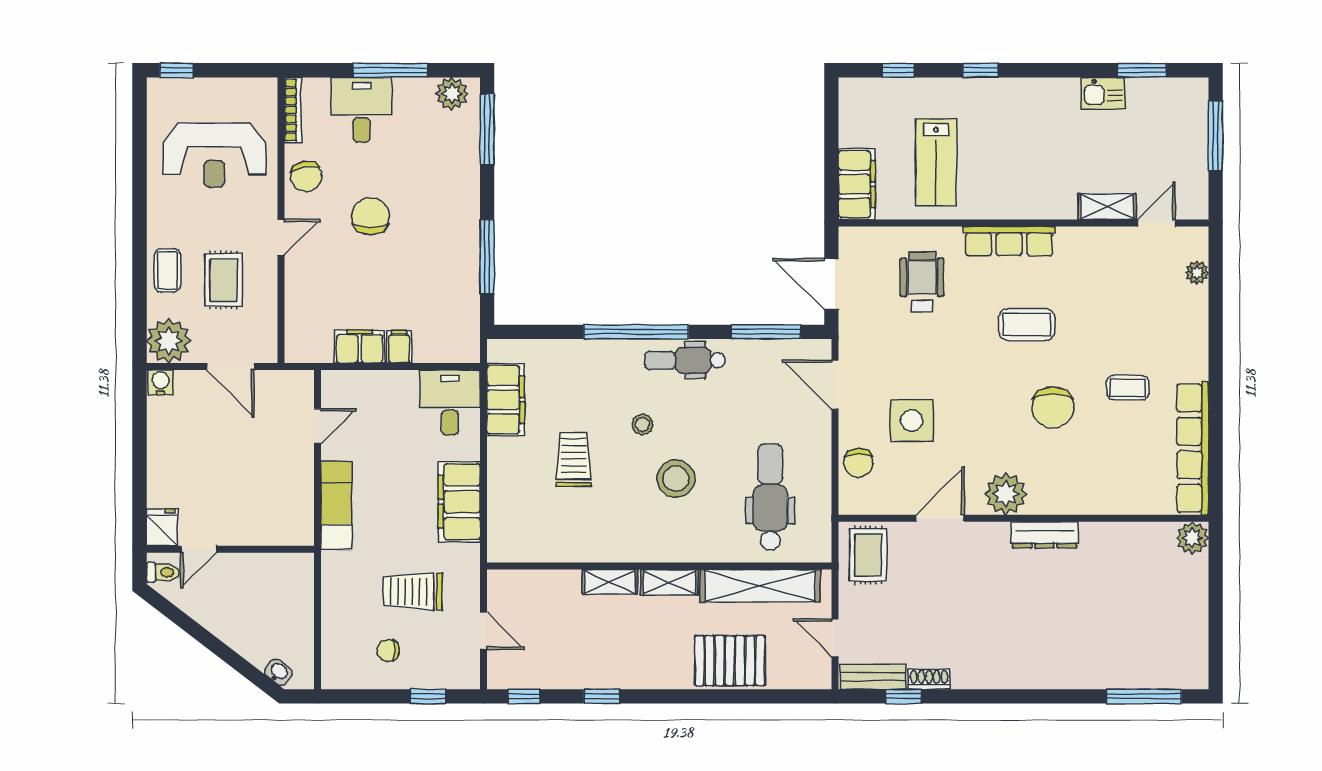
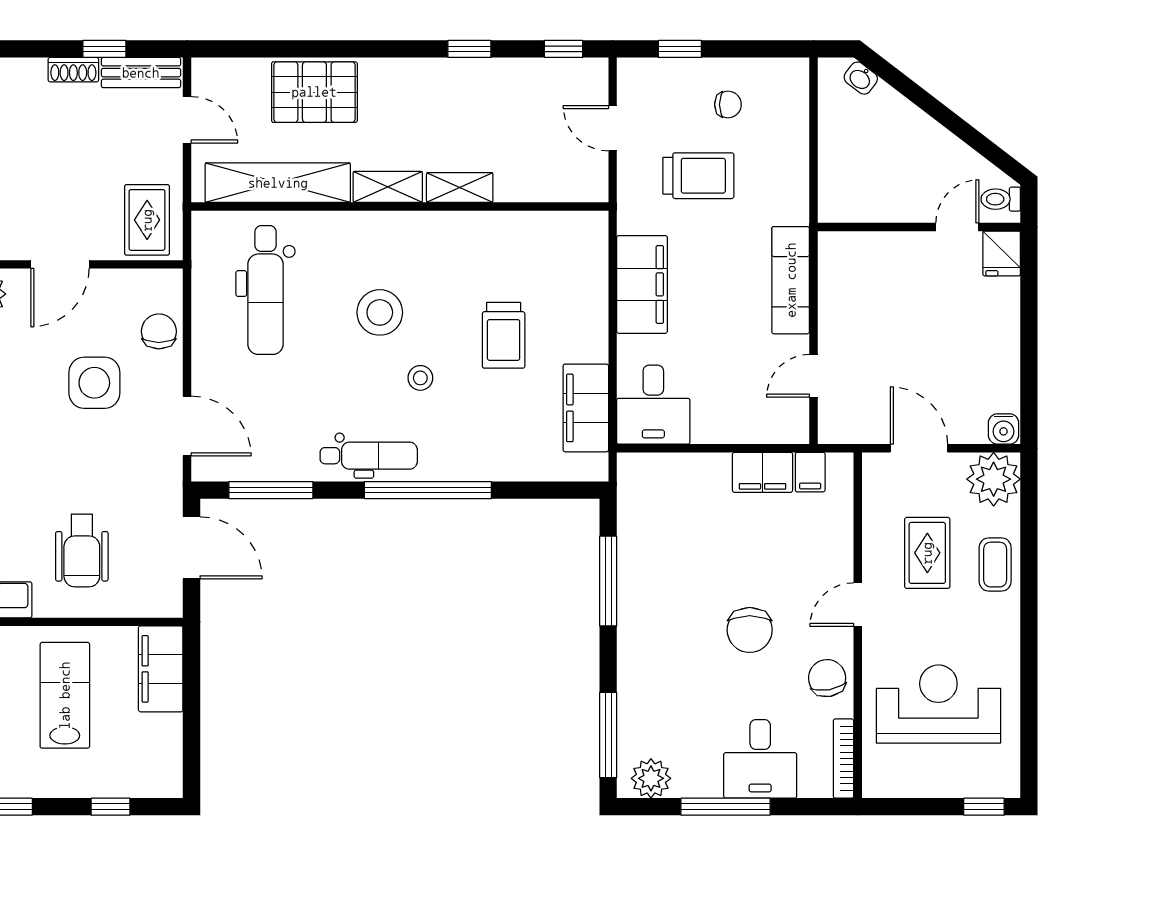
filing cabinet: (399, 347) -> (810, 472), moved

